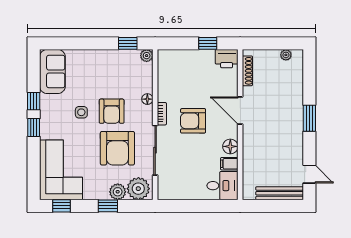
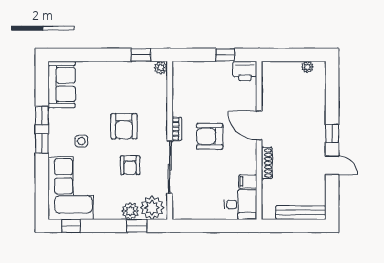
shoe rack: (247, 71) -> (267, 163), moved
floor lamp: (147, 99) -> (162, 113), removed
side table: (81, 112) -> (81, 141), moved
window: (309, 118) -> (332, 134), width x0.67
floor lamp: (230, 146) -> (249, 163), removed
armchair: (117, 148) -> (130, 165), width x0.53, depth x0.53
door: (309, 174) -> (332, 165), moved
window: (108, 206) -> (137, 226), moved

